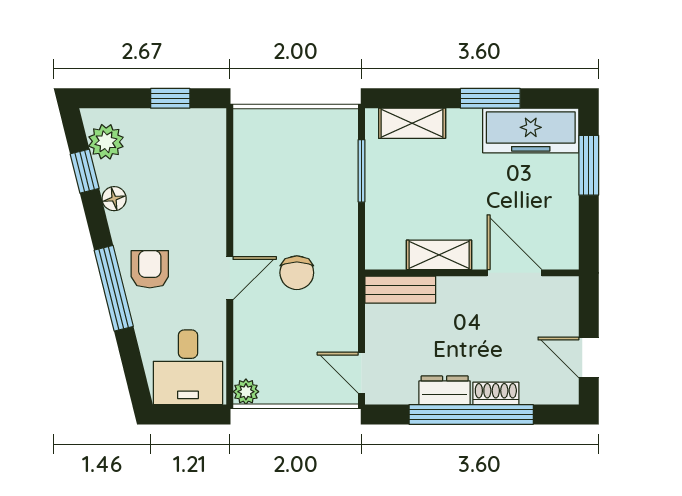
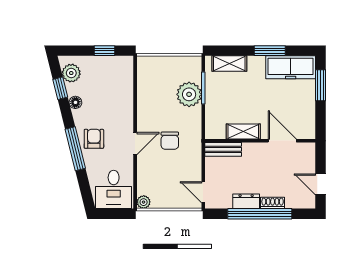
plant: (334, 183) -> (189, 94), added

